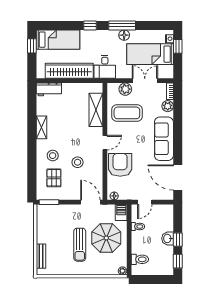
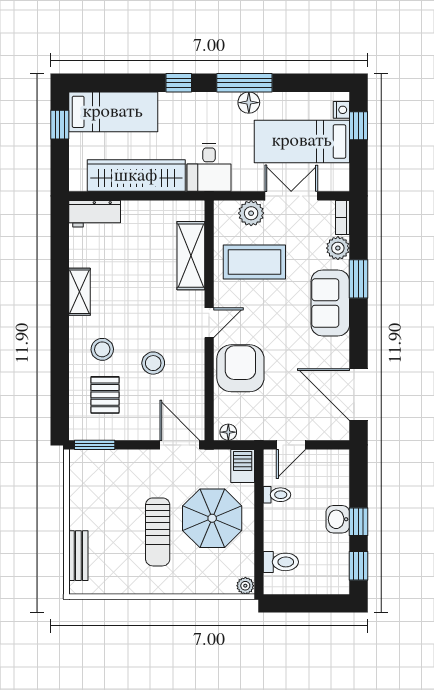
window: (178, 121) -> (358, 279), added
sofa: (164, 139) -> (330, 303), width x0.73

